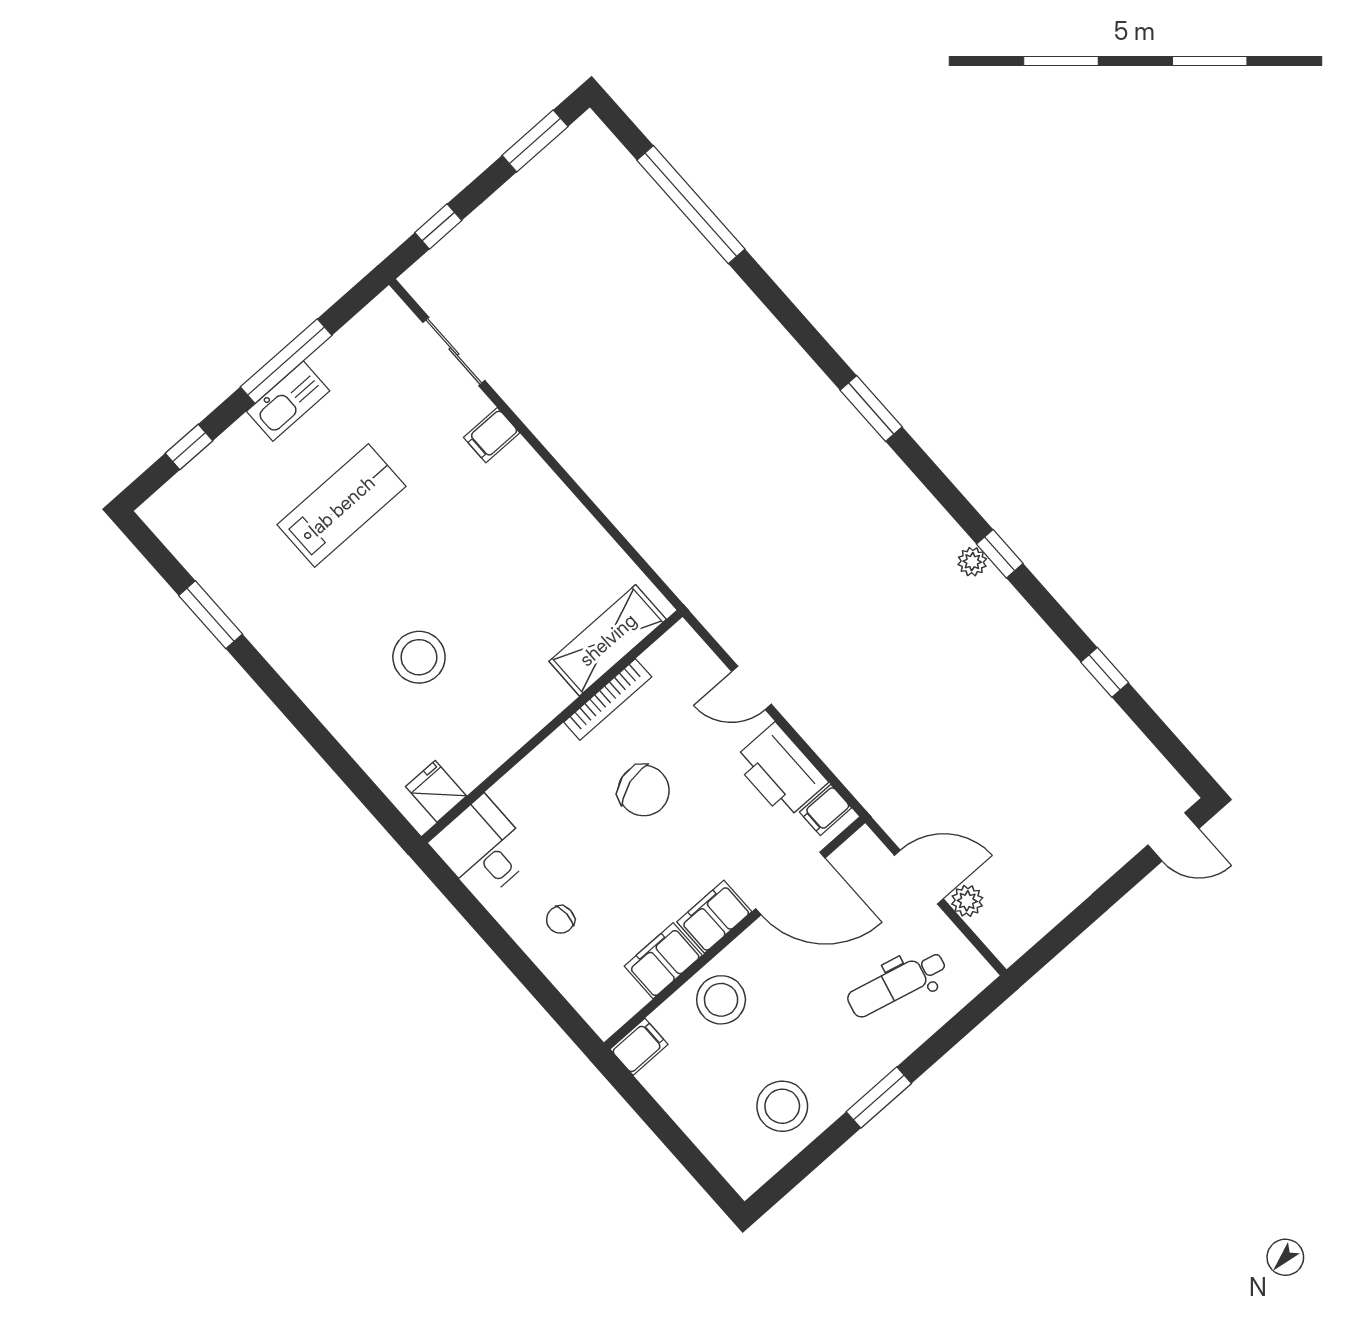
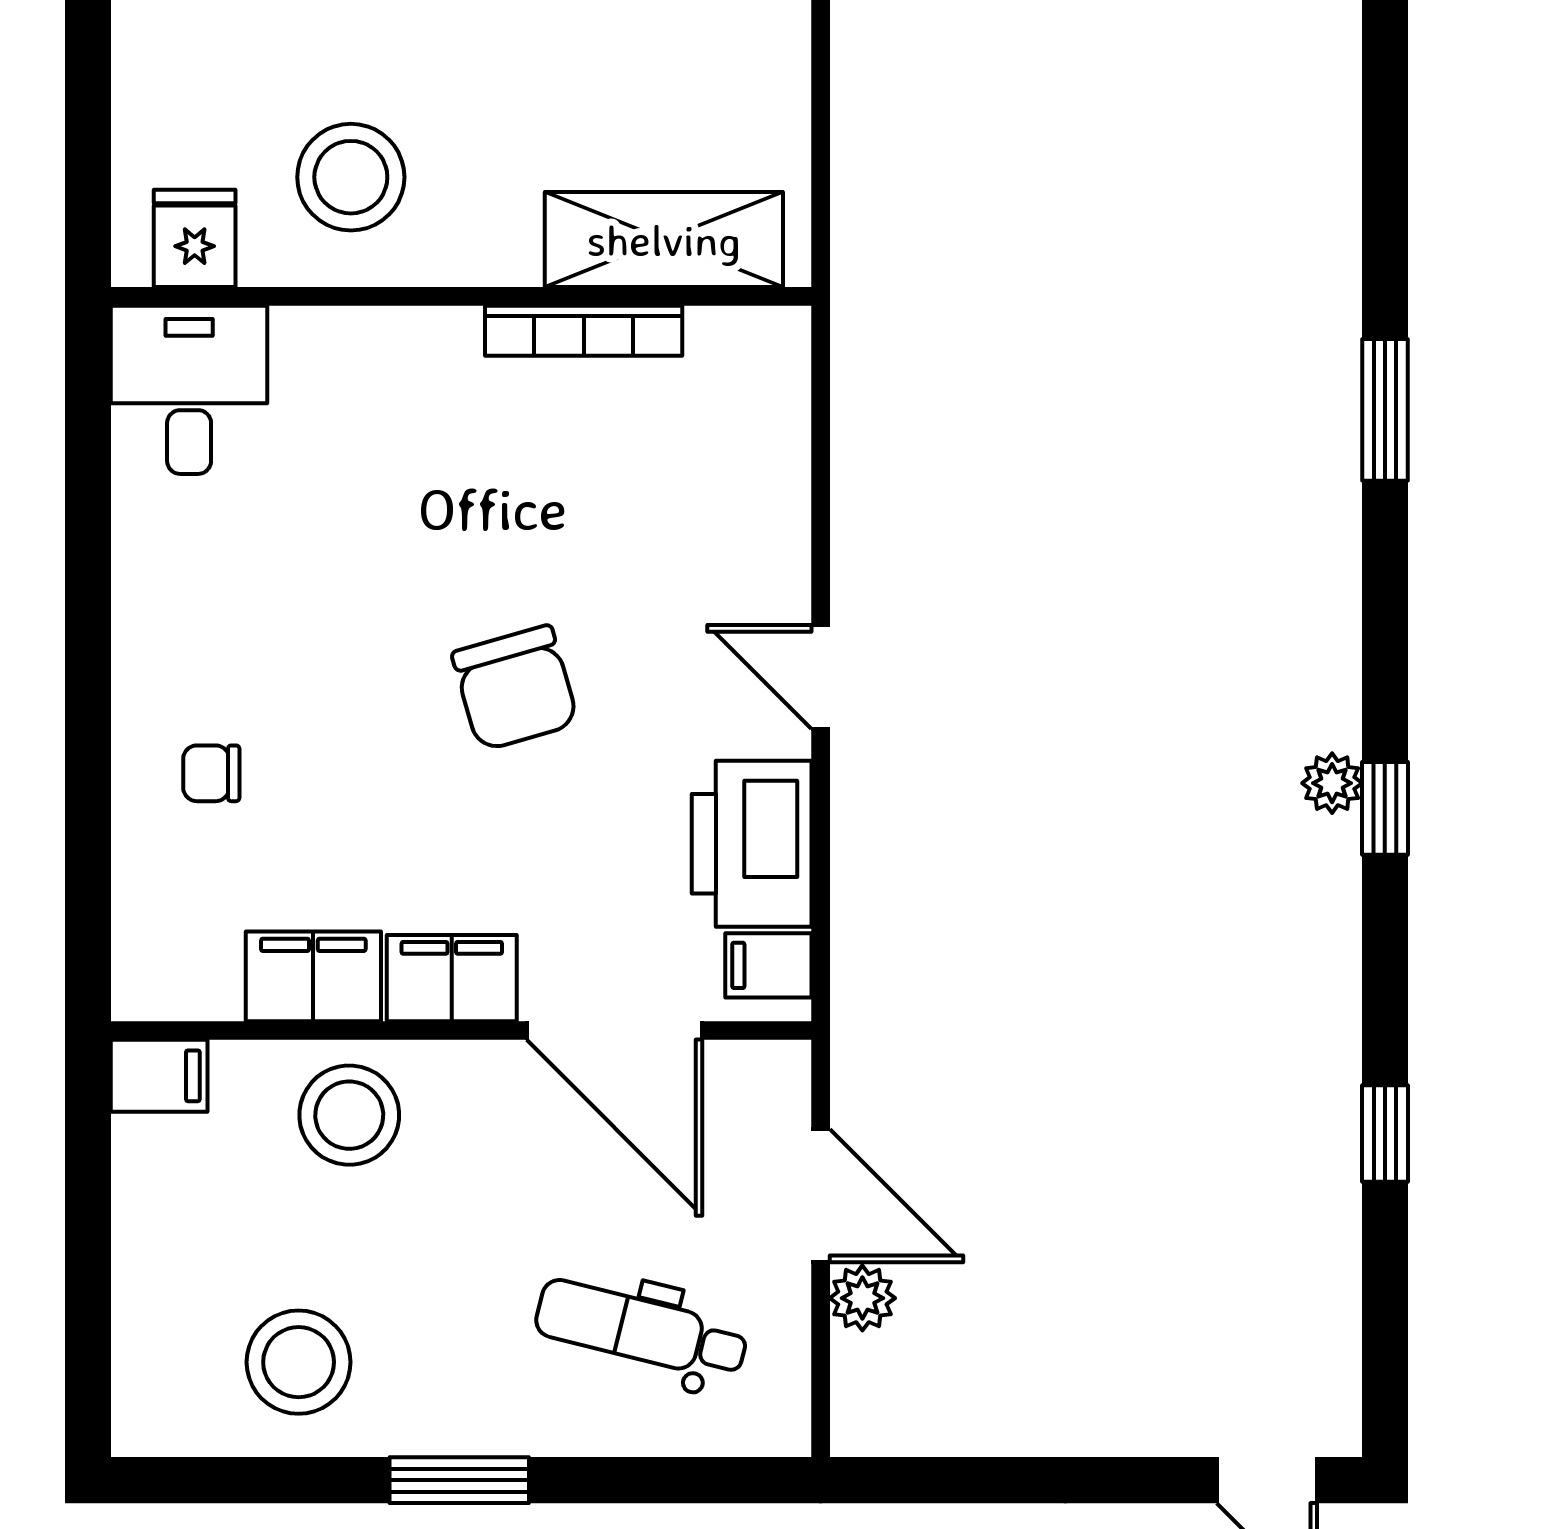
shelving: (608, 640) -> (664, 240), moved
bookcase: (608, 699) -> (584, 331), moved
wall: (552, 726) -> (461, 296), moved
fridge: (436, 791) -> (195, 238), moved
desk: (483, 848) -> (189, 390), moved

